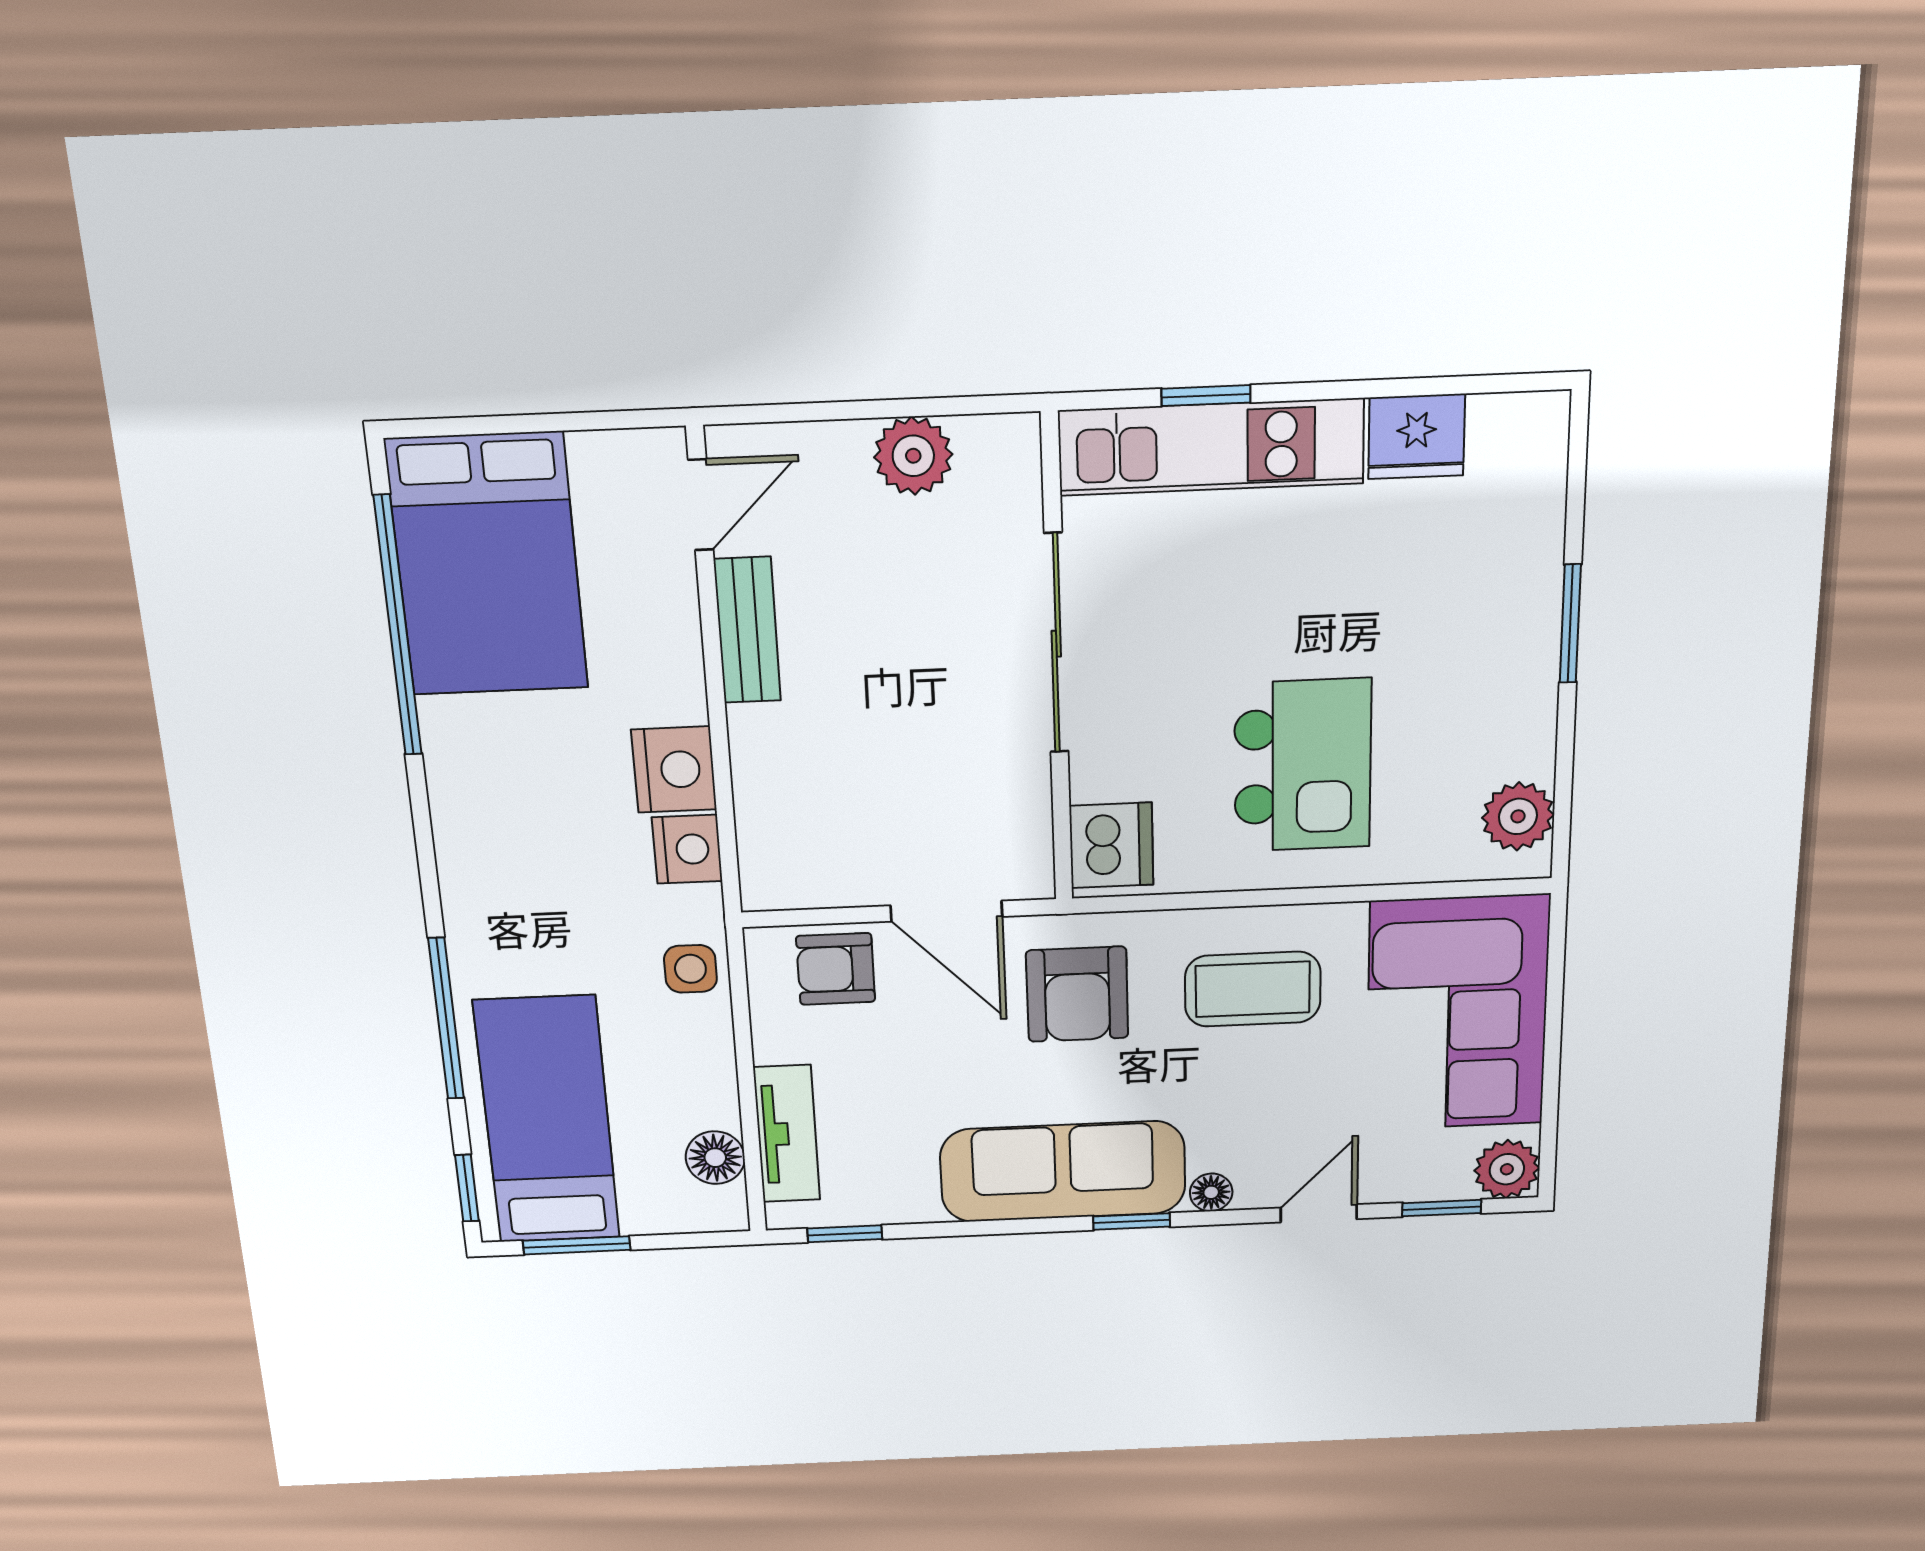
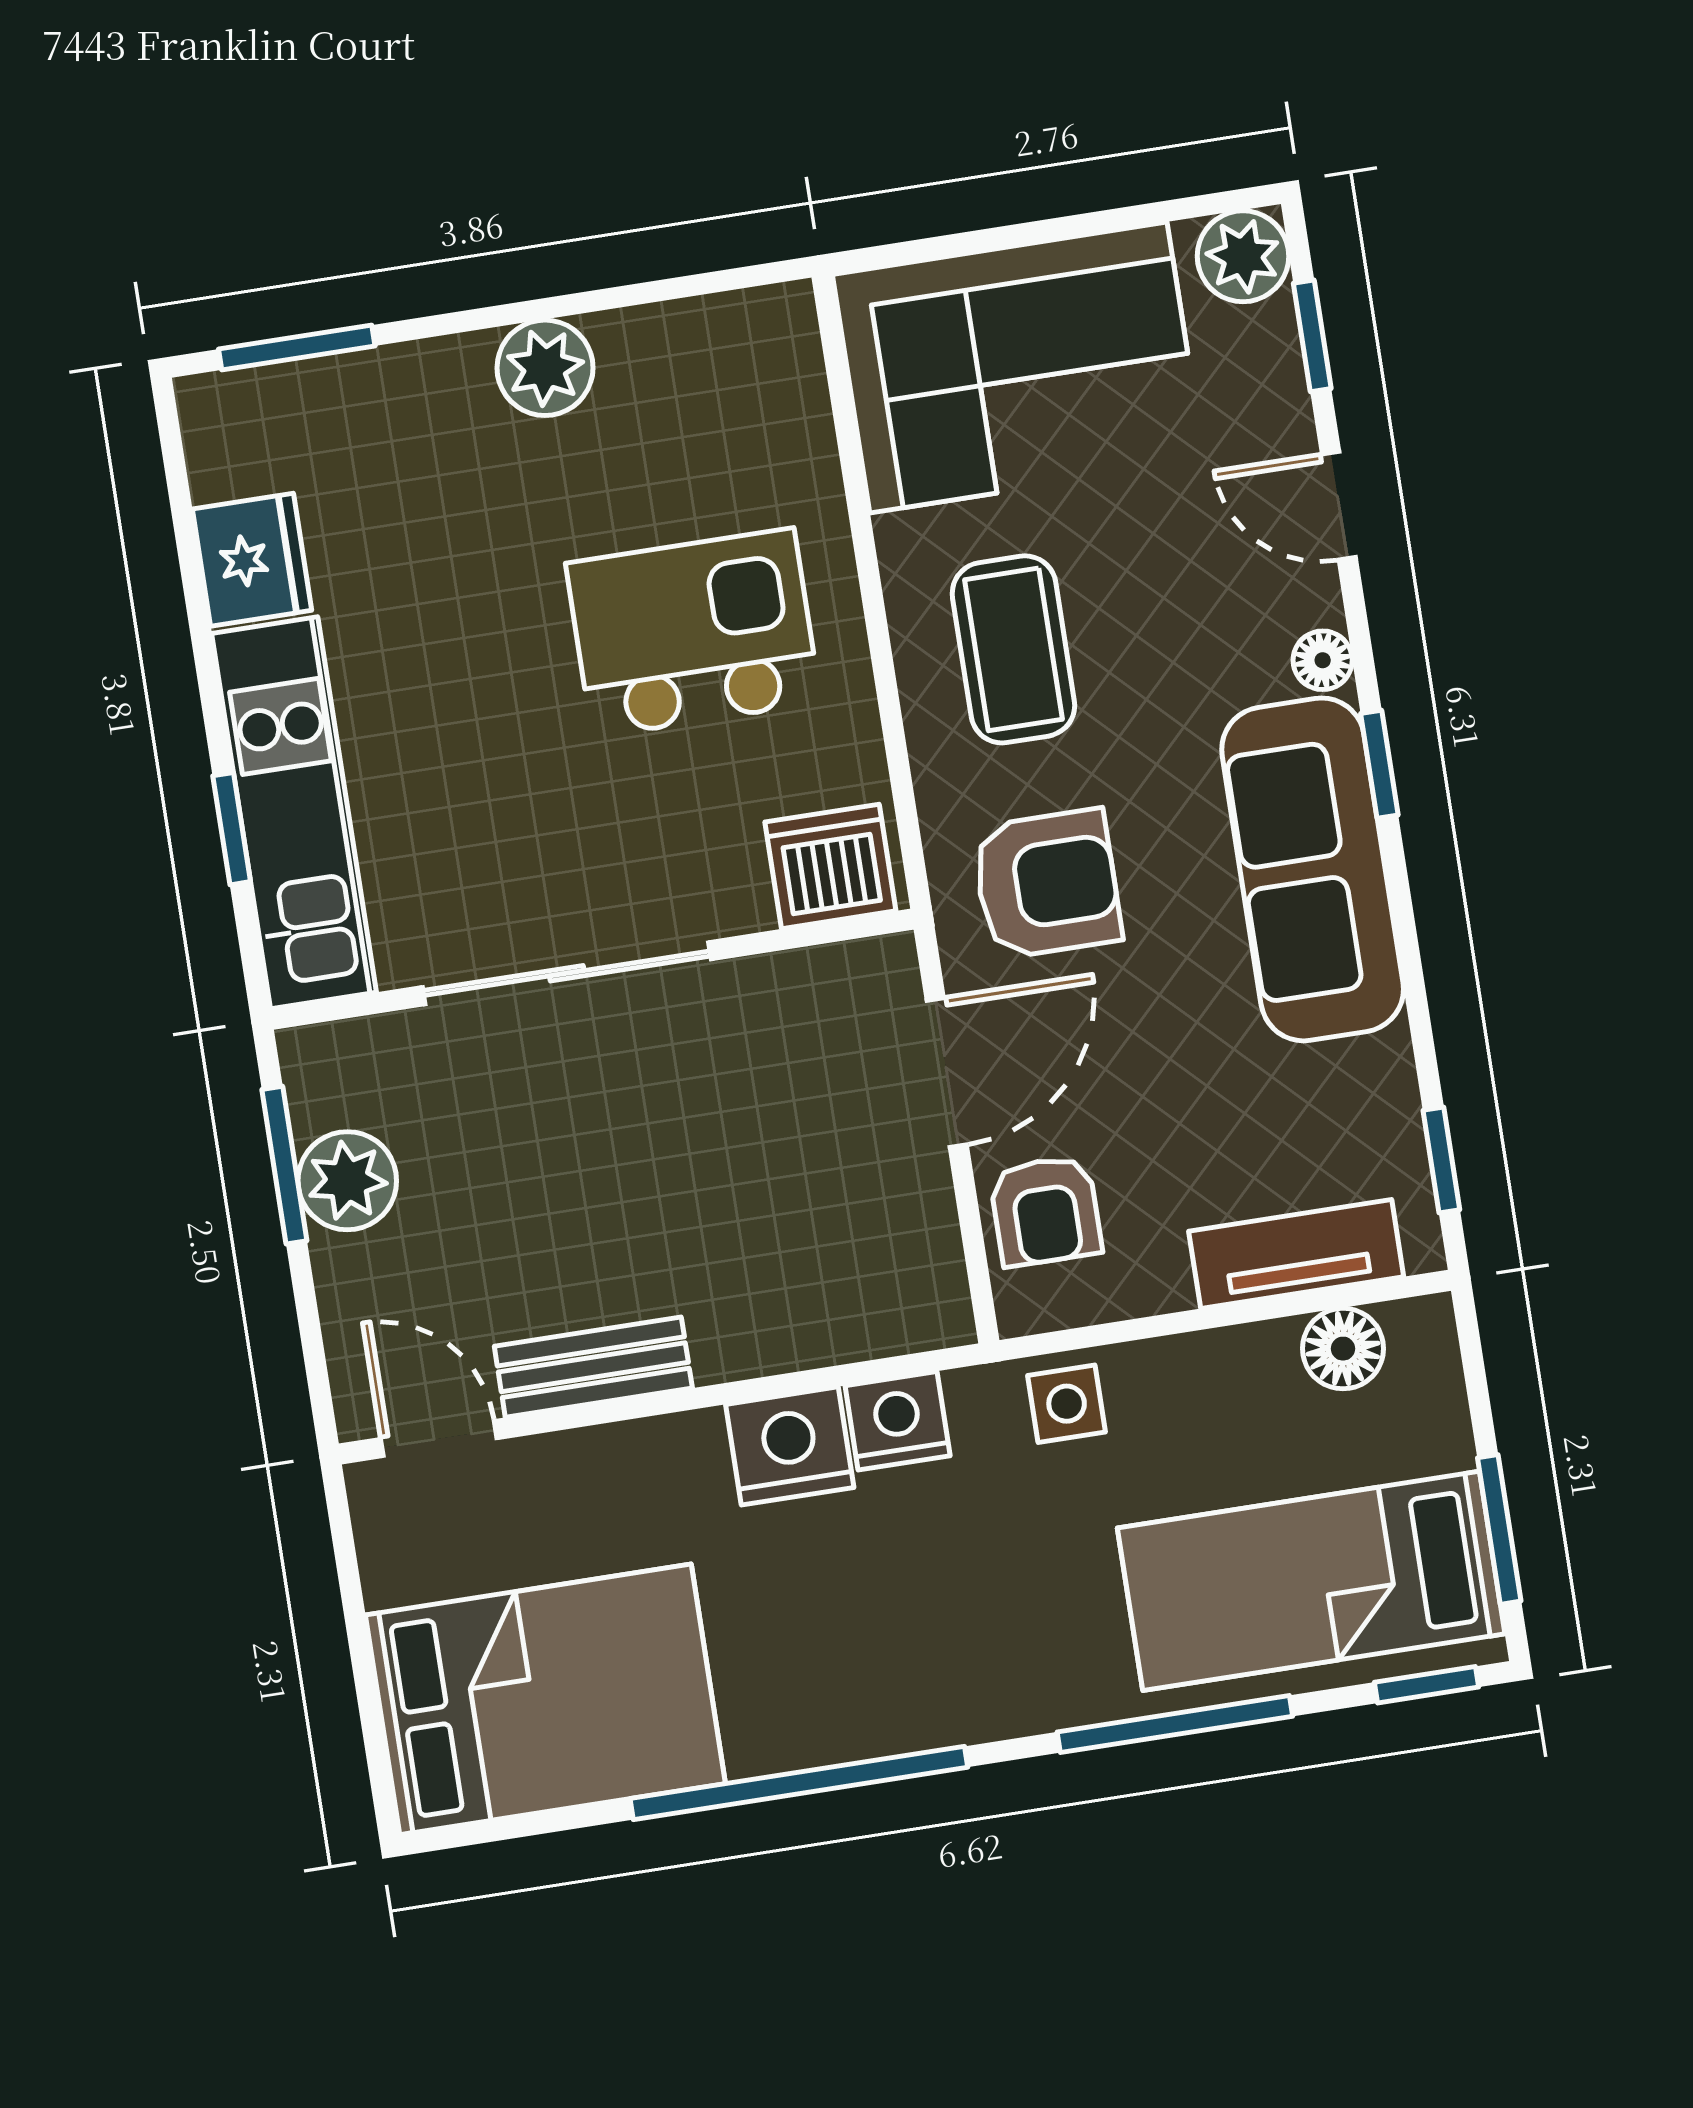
window: (931, 407) -> (284, 1165), added
window: (1570, 624) -> (297, 348), moved
window: (398, 627) -> (799, 1783), moved
plant: (1518, 816) -> (545, 368), moved

